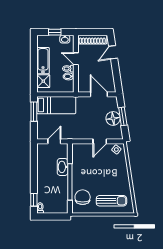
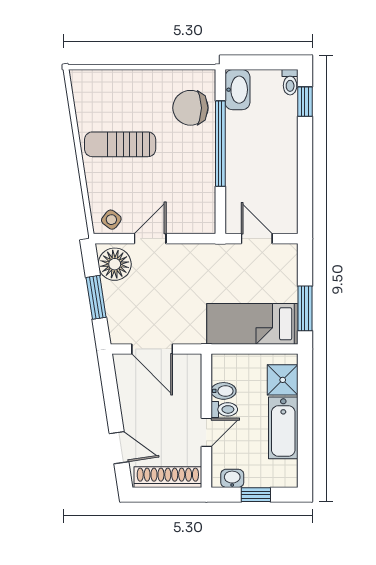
door: (113, 52) -> (119, 448), hinge flipped
door: (76, 59) -> (206, 432), hinge flipped
floor lamp: (113, 118) -> (115, 264), moved
door: (54, 141) -> (257, 239), swing flipped
washbasin: (63, 167) -> (237, 90), moved
chair: (83, 197) -> (190, 108), turned 90
sun lounger: (111, 201) -> (120, 144), moved

